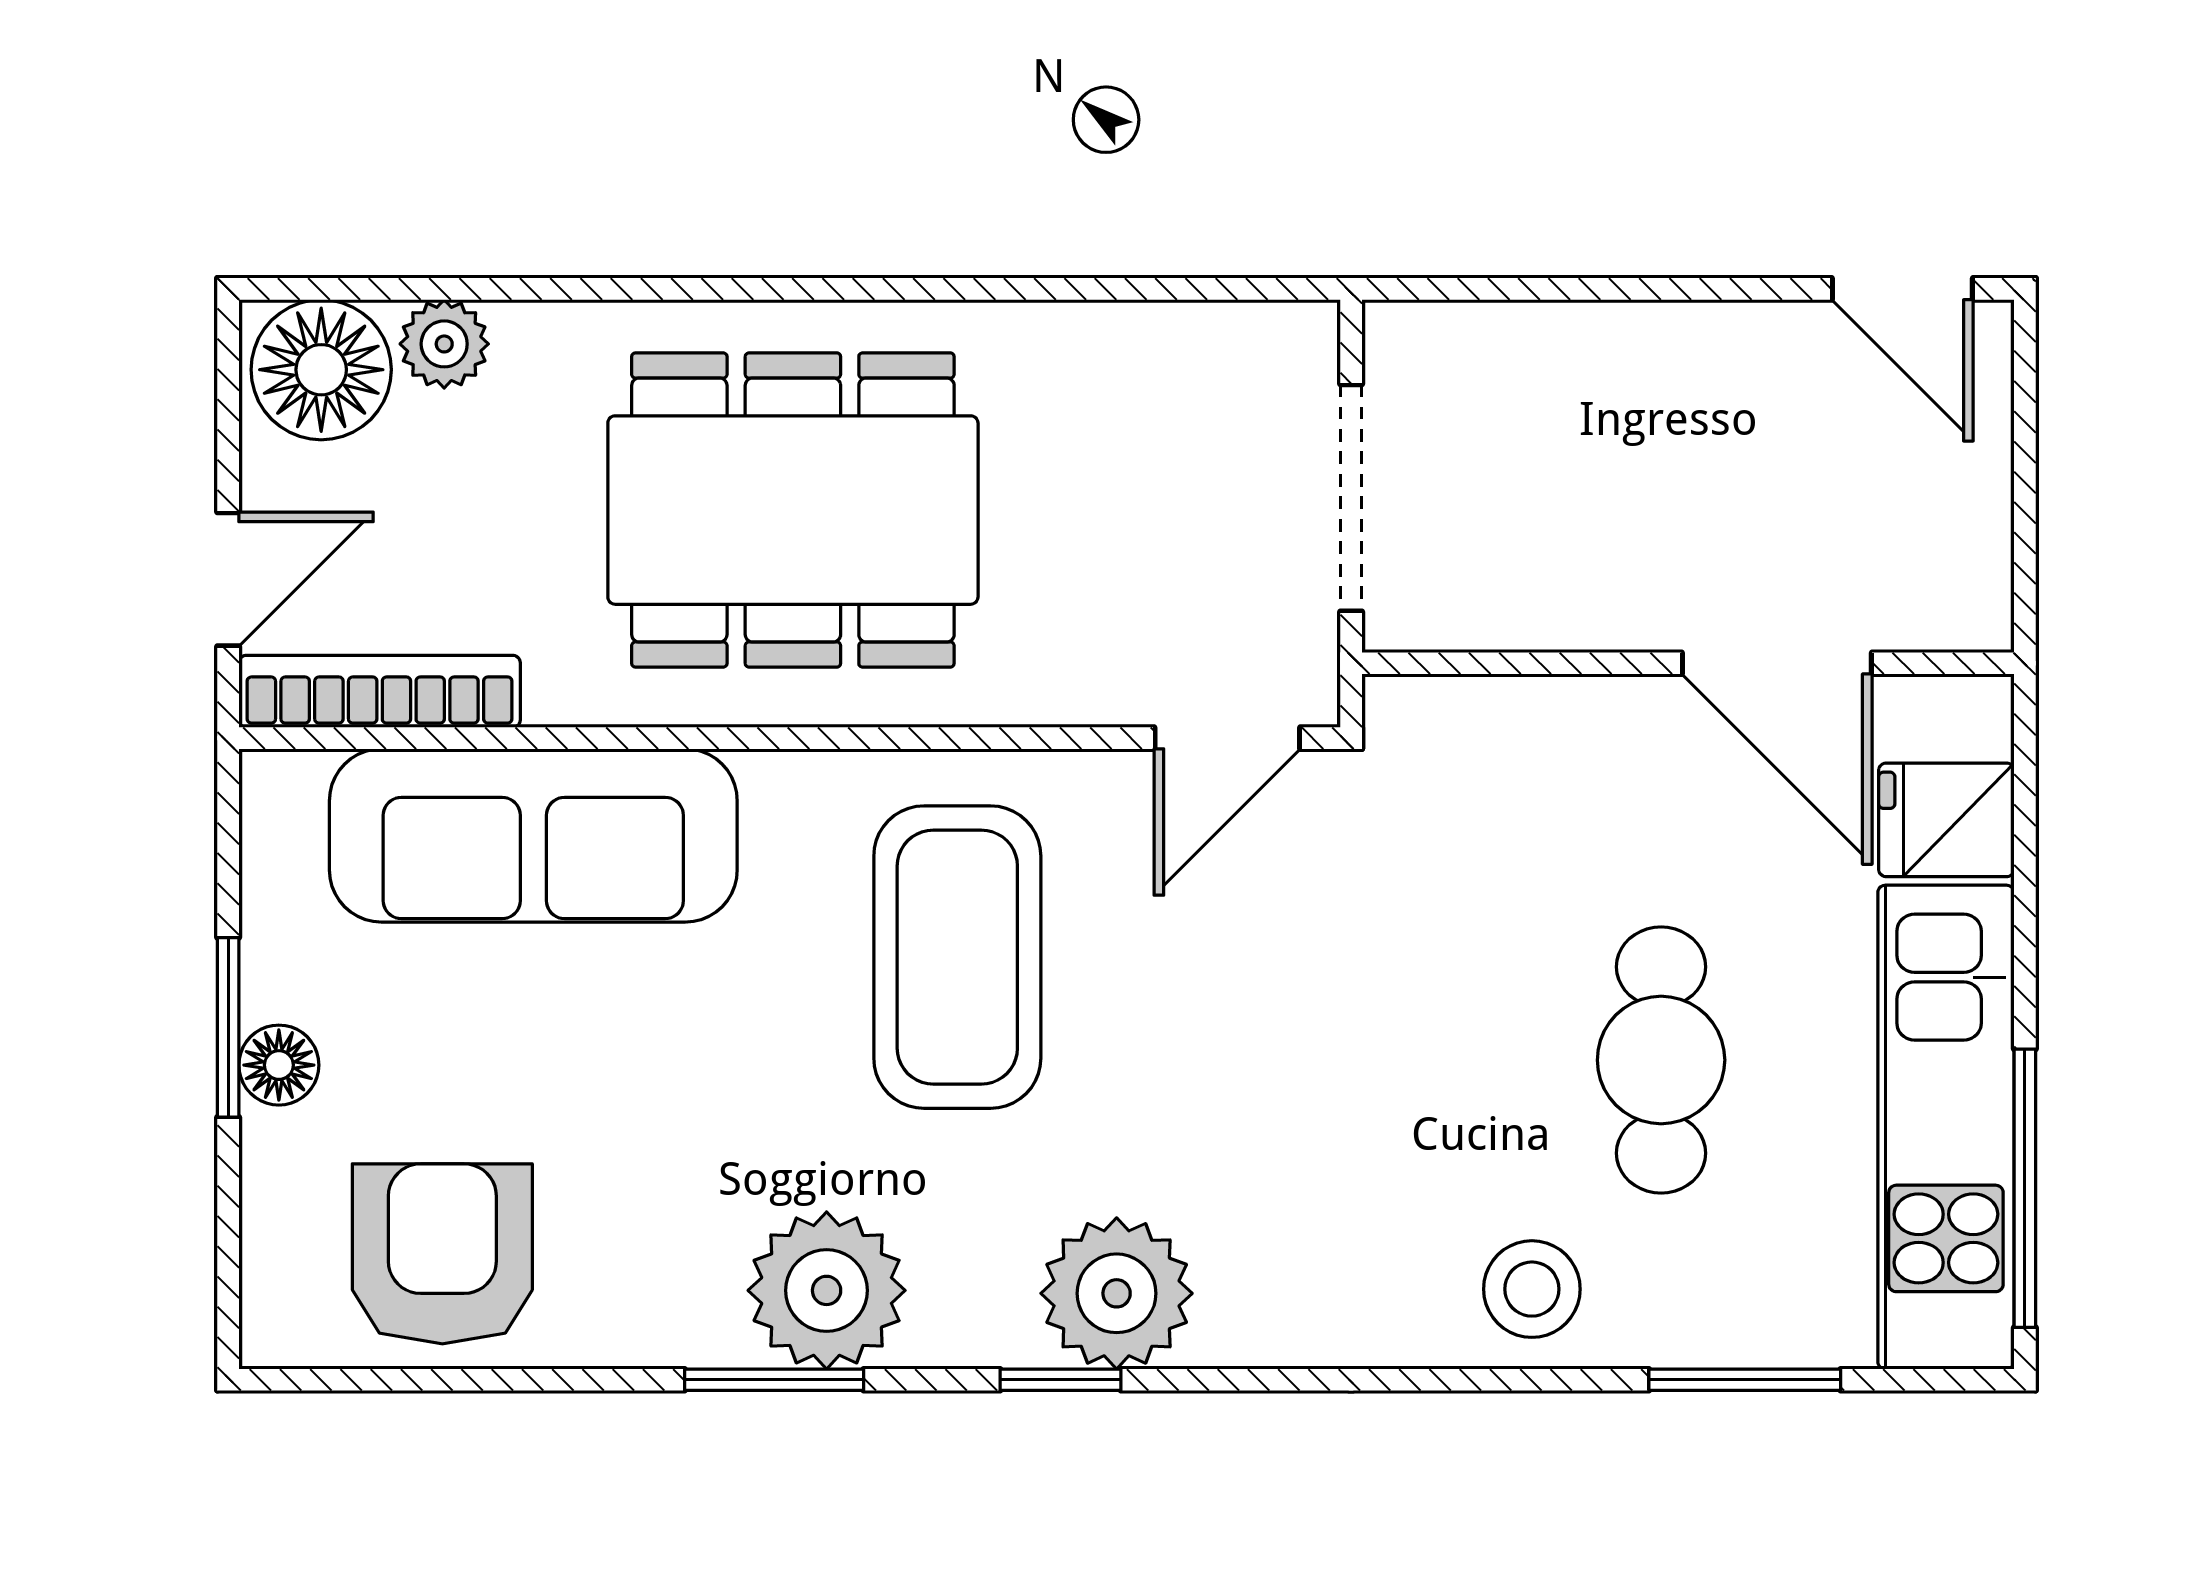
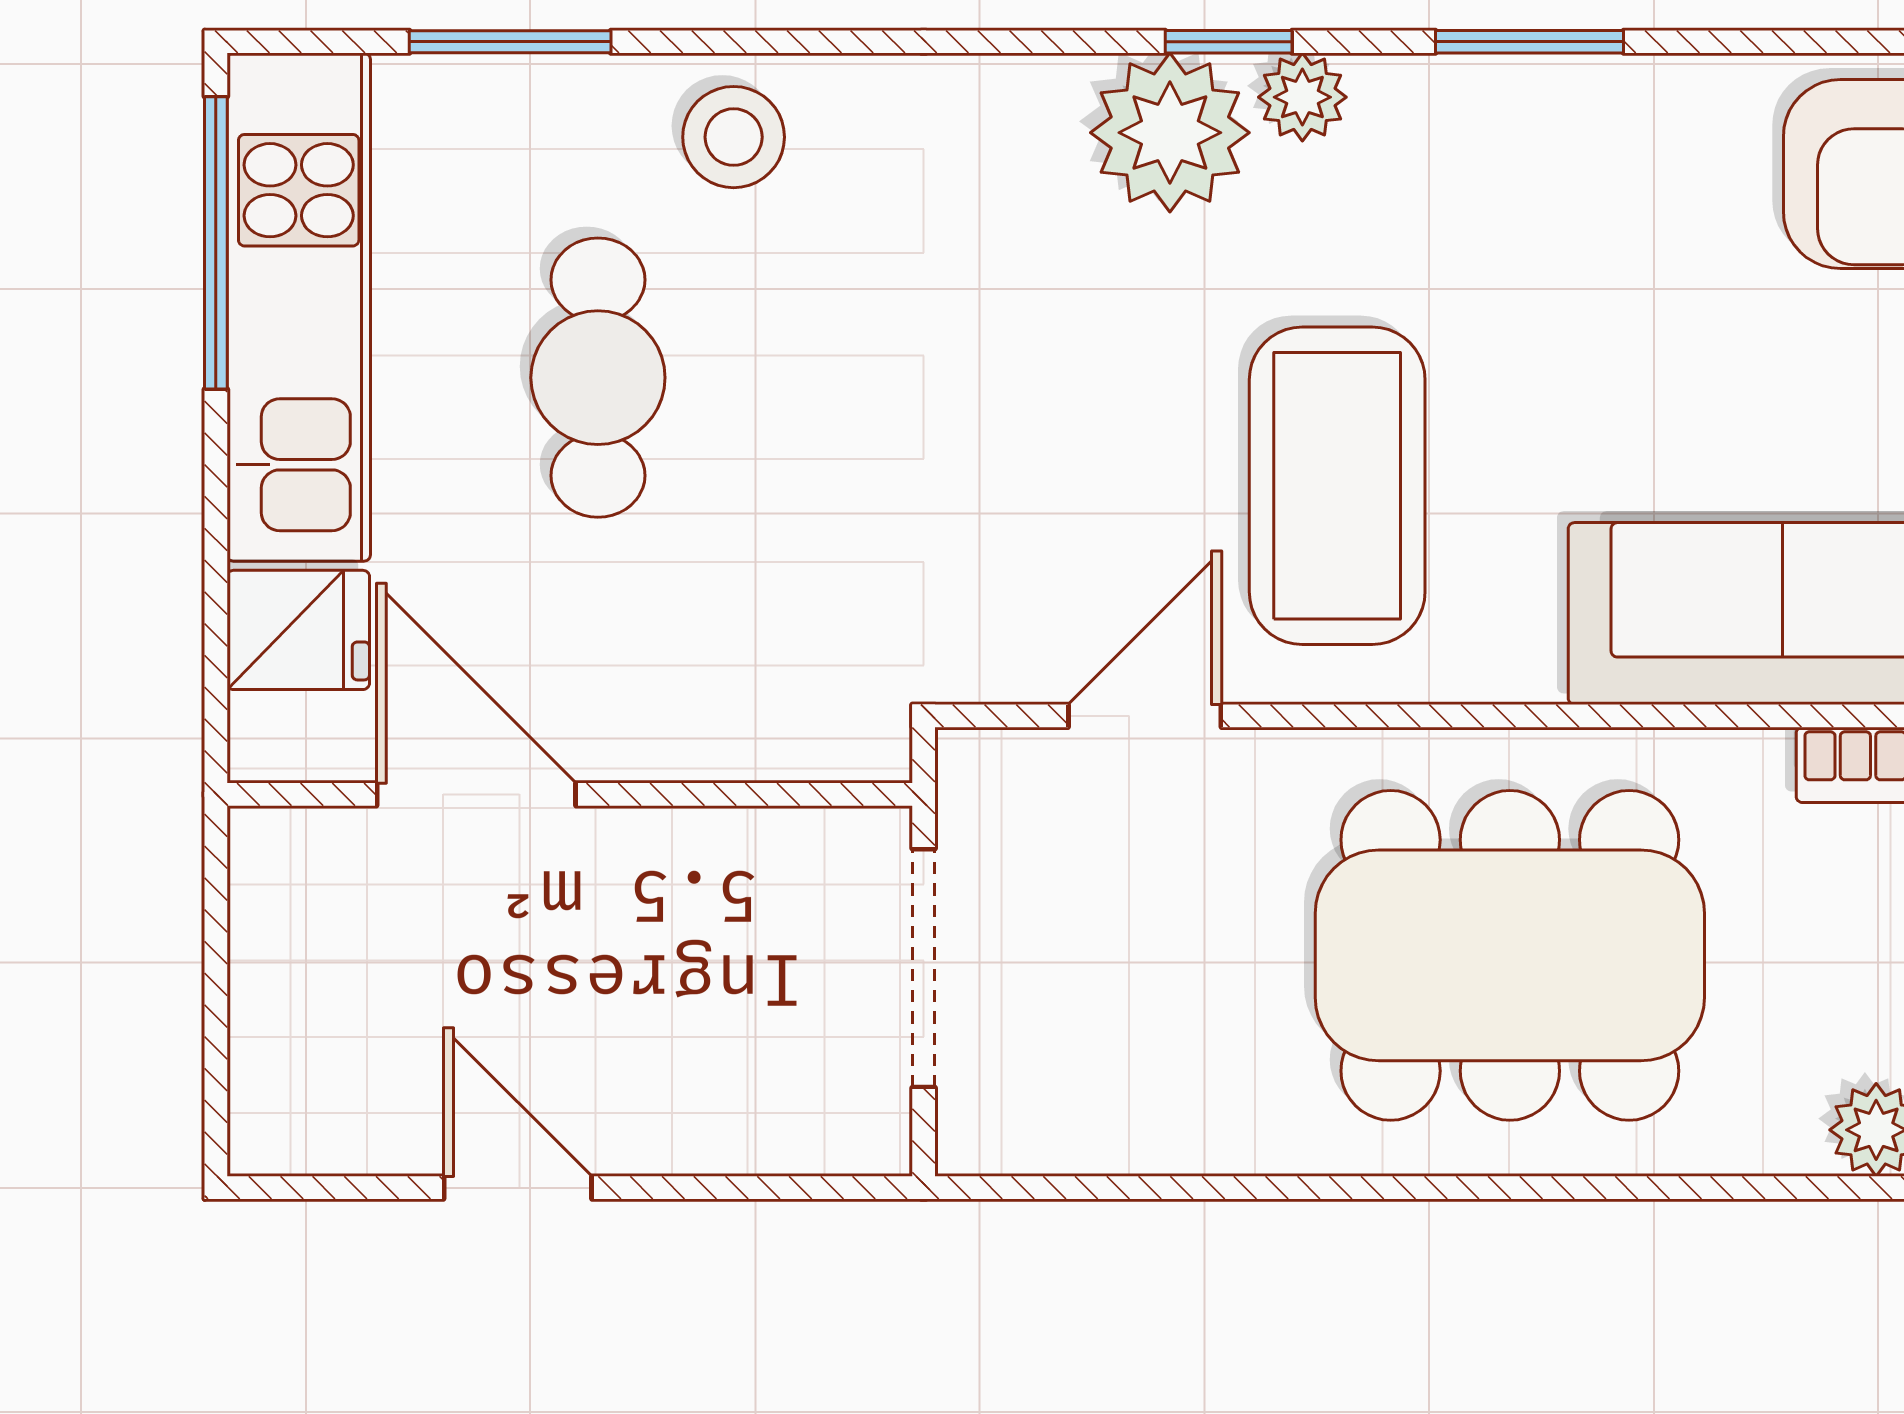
door: (1902, 289) -> (518, 1188), moved
door: (1227, 738) -> (1145, 716), moved
plant: (827, 1290) -> (1302, 97), moved, width x0.53, depth x0.53

